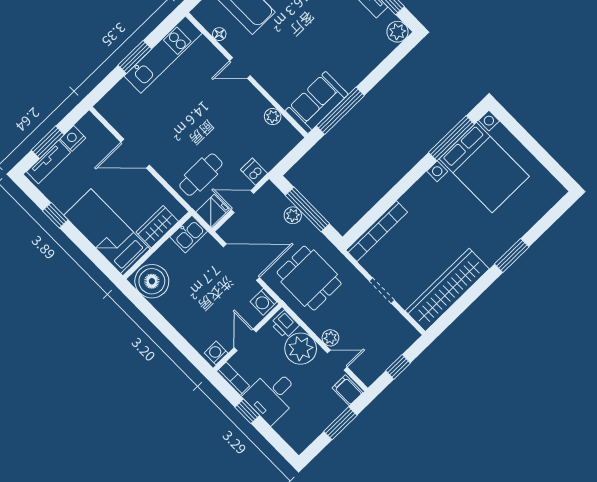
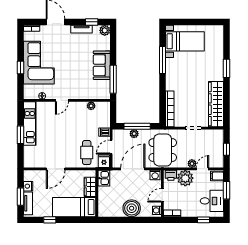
sofa: (317, 102) -> (102, 65), moved
window: (451, 138) -> (163, 60), moved
bed with nightstands: (484, 168) -> (185, 41), width x0.73
dining table: (309, 278) -> (163, 150), width x1.38
boiler: (152, 281) -> (132, 208), moved
door: (245, 340) -> (162, 195), hinge flipped
desk: (272, 396) -> (212, 201), moved, turned -90
window: (247, 411) -> (203, 220), moved

